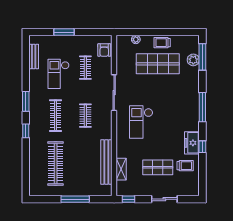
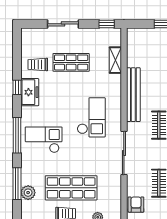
window: (202, 57) -> (17, 184), moved
checkout: (180, 104) -> (44, 140), added
bench: (106, 162) -> (133, 95), moved

